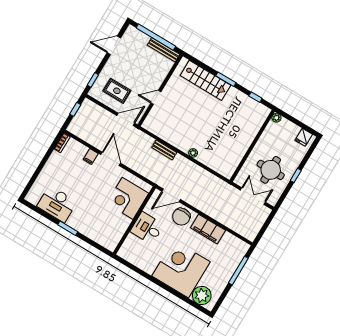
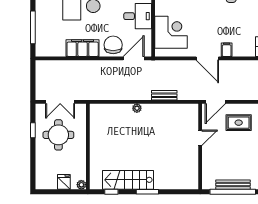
bench: (163, 50) -> (233, 185), moved
stairs: (205, 80) -> (128, 180), moved
fridge: (304, 137) -> (64, 182), moved
window: (296, 175) -> (33, 130), moved

